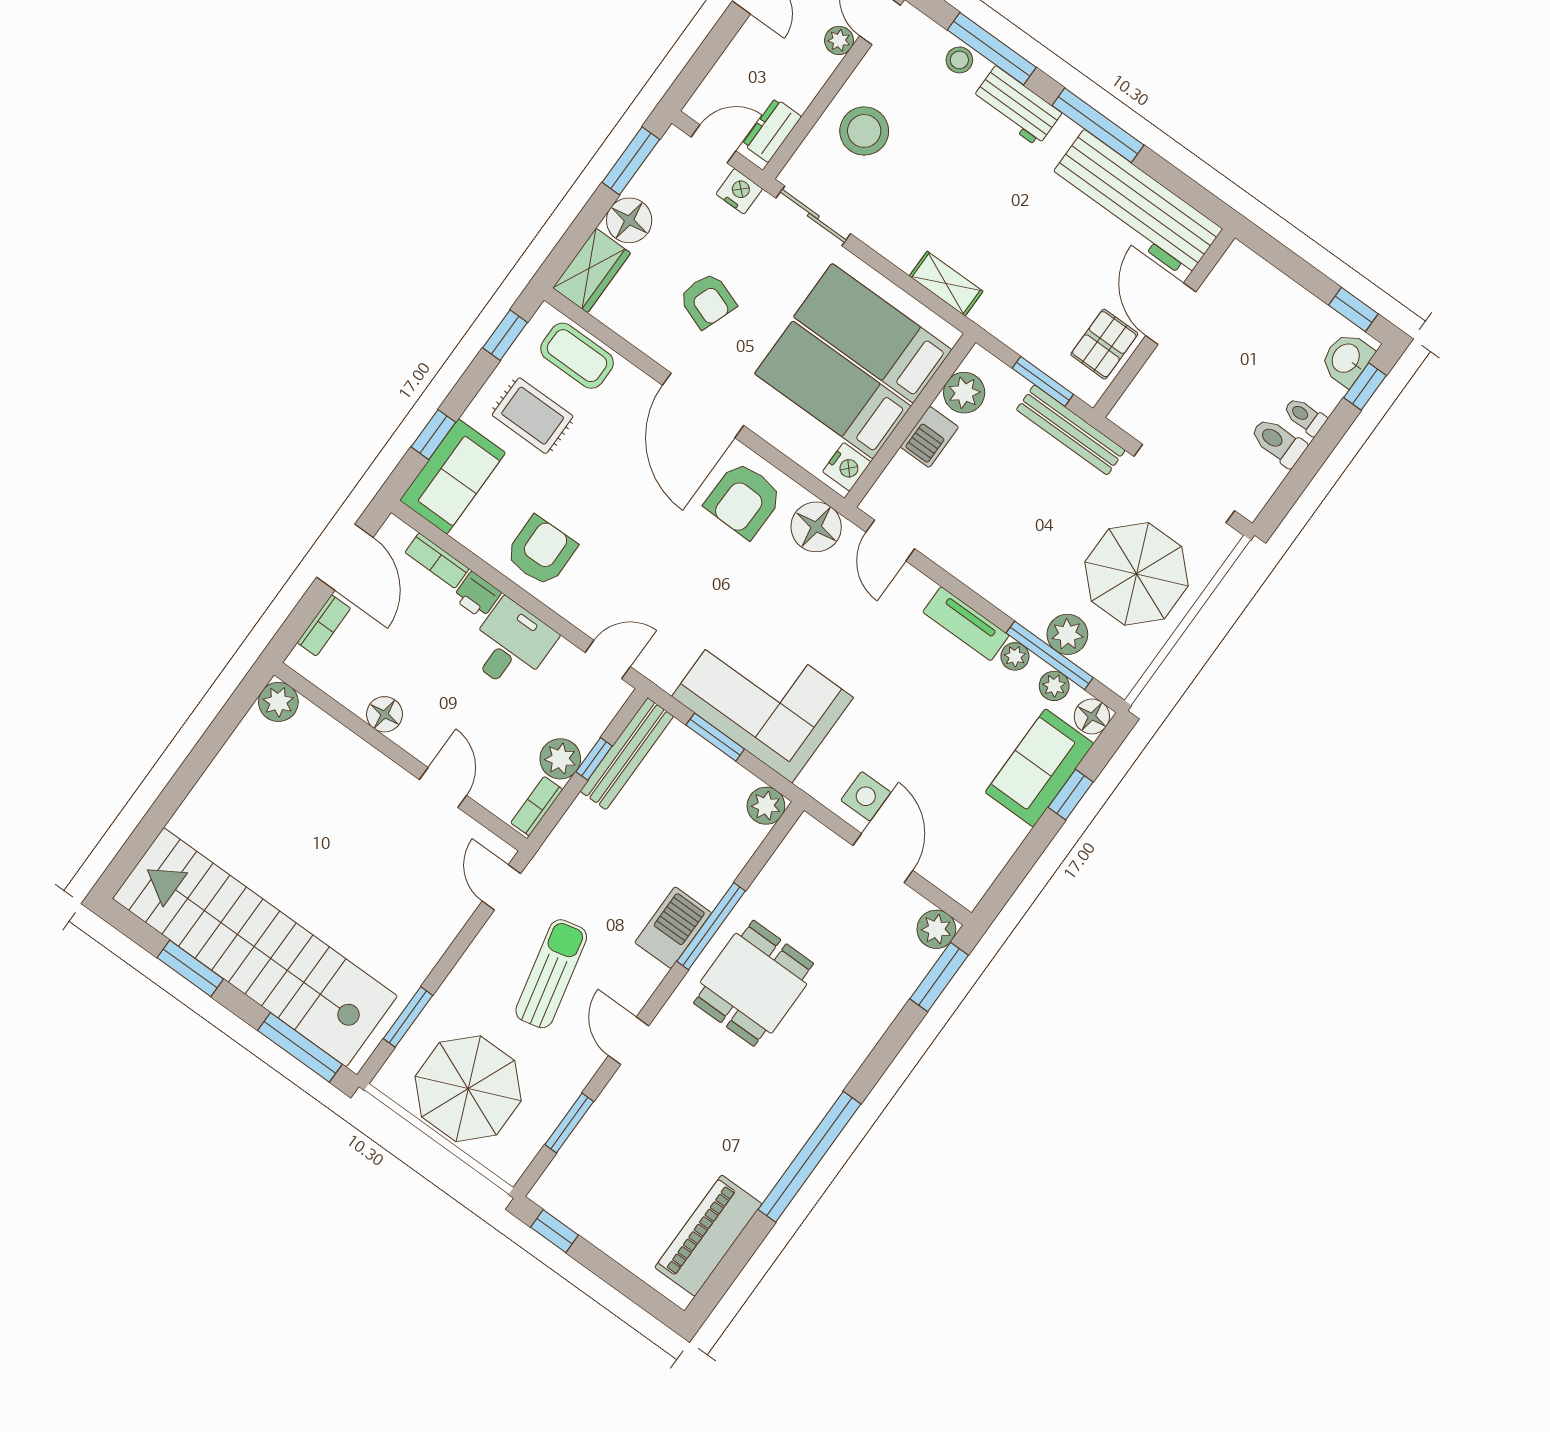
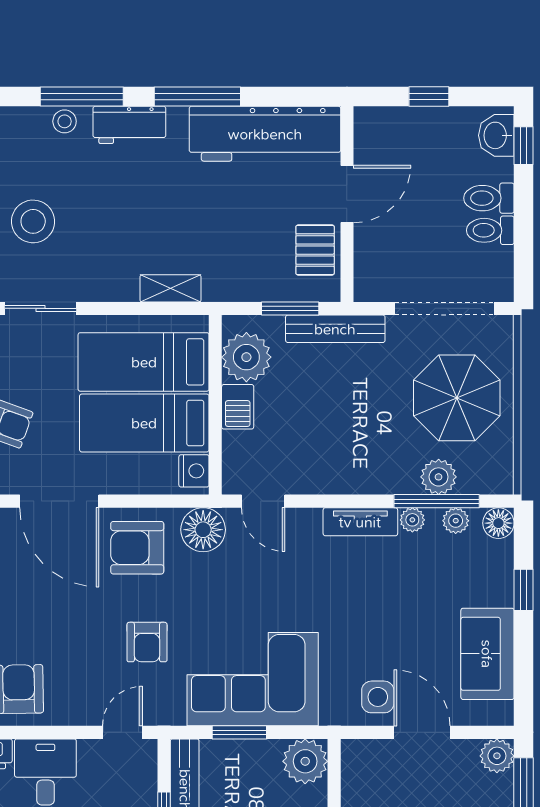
window: (1353, 309) -> (429, 97), moved
door: (1171, 314) -> (347, 194), swing flipped
plant: (964, 393) -> (246, 357), width x1.36, depth x1.36
toilet: (1305, 416) -> (489, 198), width x1.37, depth x1.39
armchair: (744, 500) -> (137, 548), turned 89
armchair: (690, 593) -> (147, 642), added
sofa: (1039, 768) -> (487, 654), moved
plant: (766, 806) -> (305, 761), width x1.36, depth x1.36

